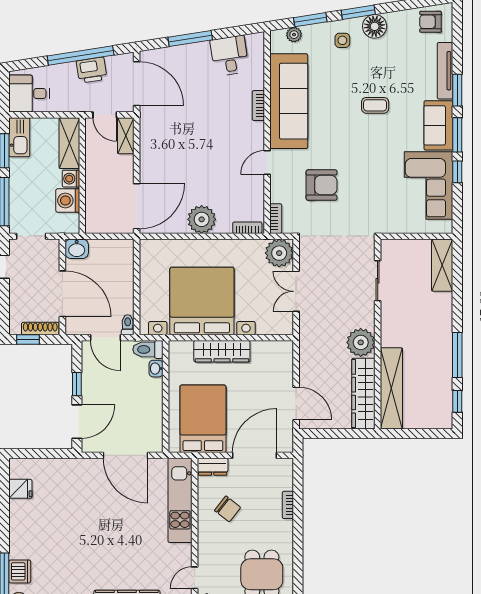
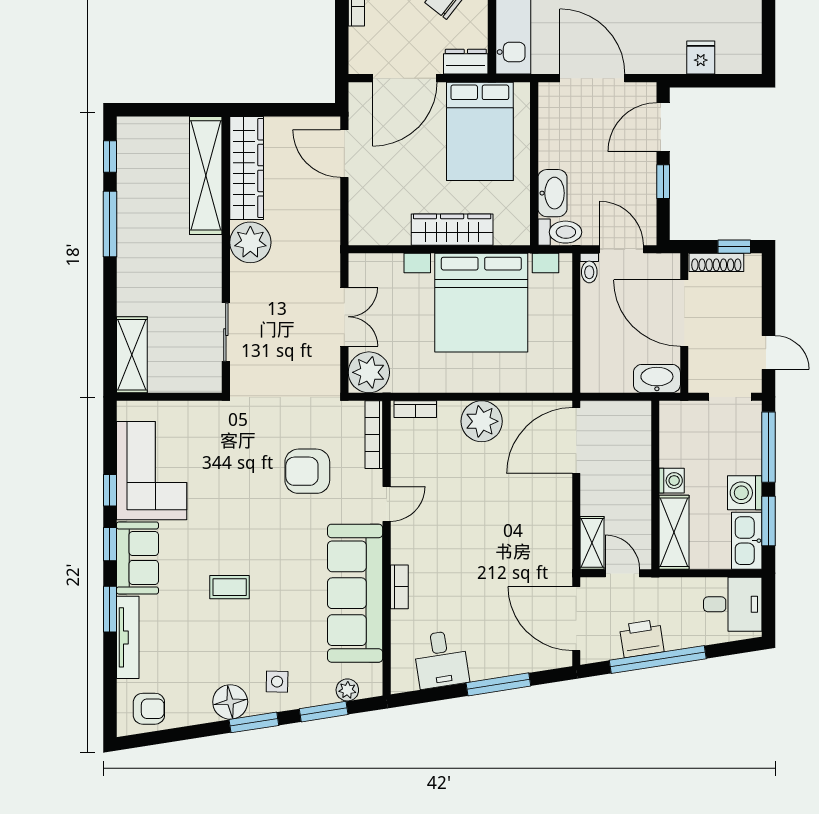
window: (457, 135) -> (110, 544), width x0.67
washing machine: (68, 200) -> (745, 493), moved, turned 180
bookcase: (276, 219) -> (374, 435), width x1.56
washbasin: (77, 249) -> (657, 379), width x1.38
washbasin: (156, 369) -> (552, 193), width x1.91, depth x1.45
fridge: (20, 489) -> (701, 57), moved, turned 90

